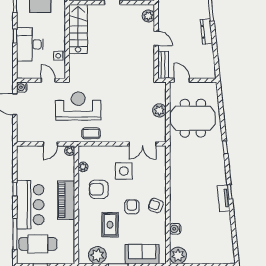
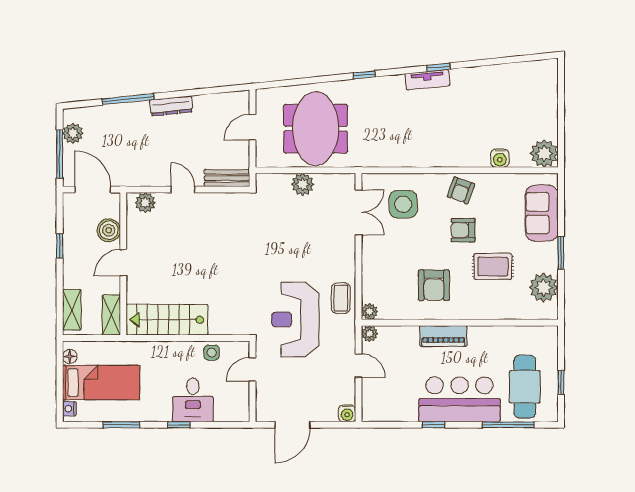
door: (156, 39) -> (183, 190), hinge flipped
desk: (30, 44) -> (193, 400), width x0.73
door: (182, 80) -> (252, 127), moved
water cooler: (22, 87) -> (347, 413), moved
plant: (83, 167) -> (370, 312), moved
side table: (124, 171) -> (403, 204), moved
tv unit: (224, 198) -> (427, 80), moved
piano: (66, 200) -> (443, 336), width x0.73, depth x0.75

